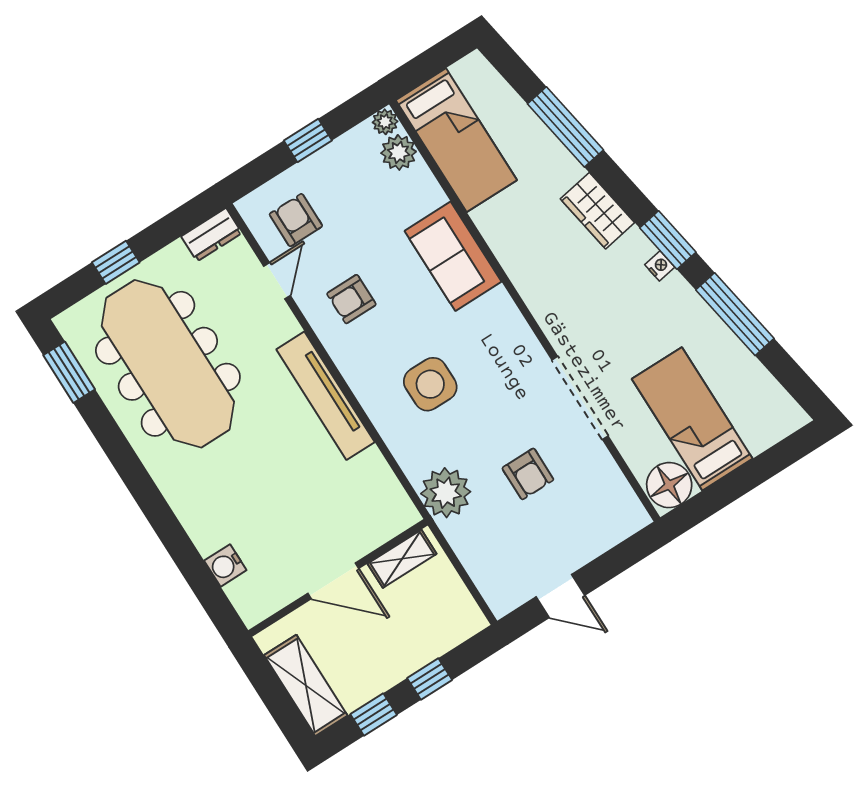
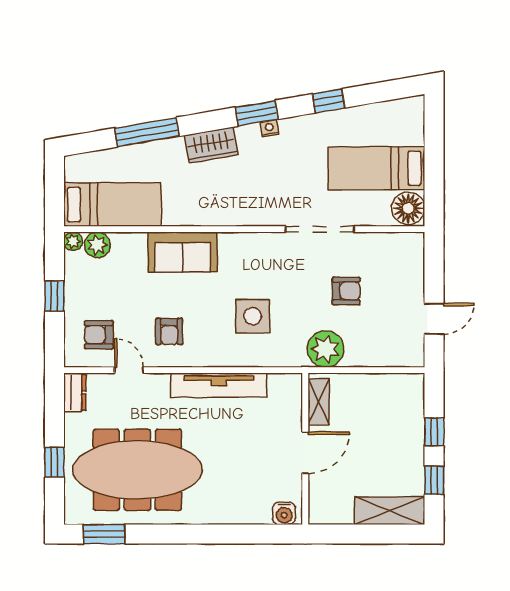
window: (735, 314) -> (329, 101), width x0.46
shelving: (402, 559) -> (319, 402), moved
wall: (338, 578) -> (305, 449), moved
door: (333, 581) -> (305, 453), moved

